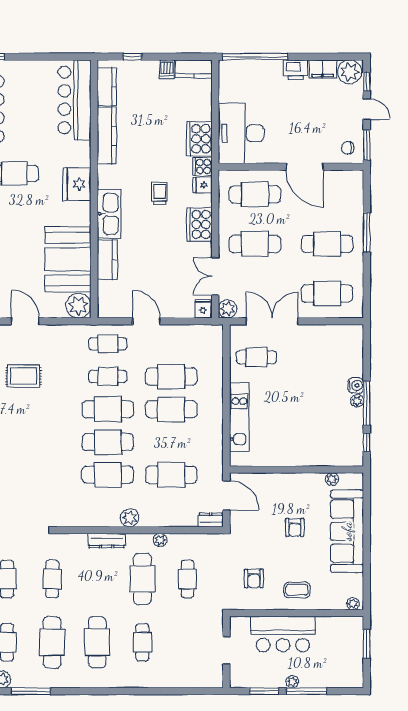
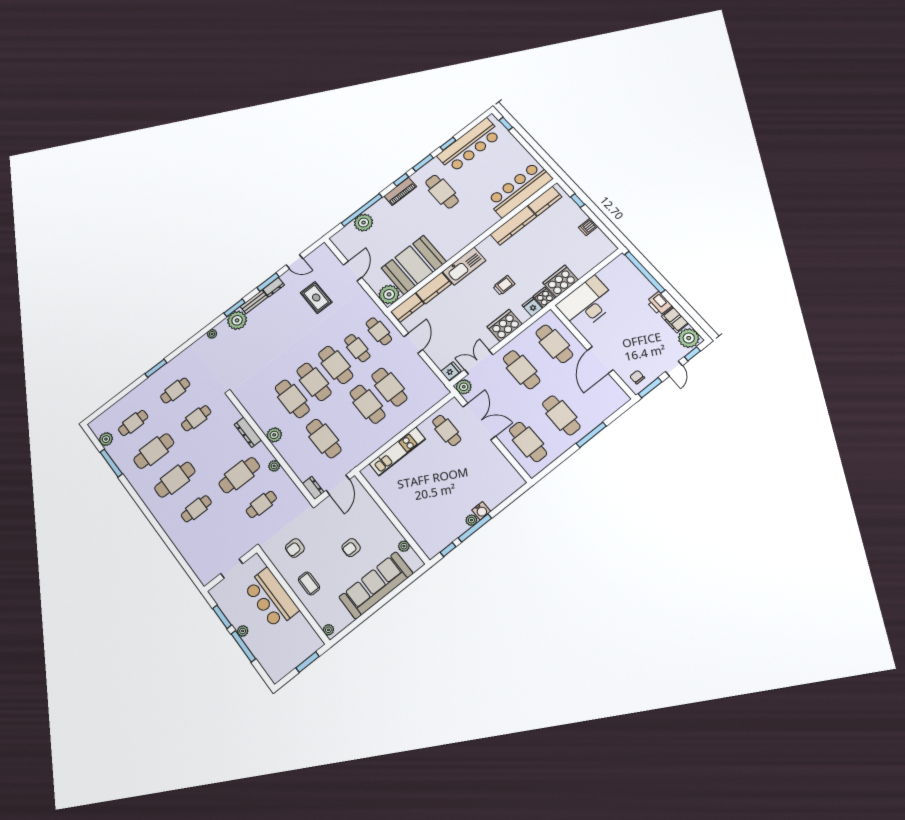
kitchen counter: (194, 69) -> (407, 308), moved, turned -90
fridge: (77, 184) -> (467, 232), removed

